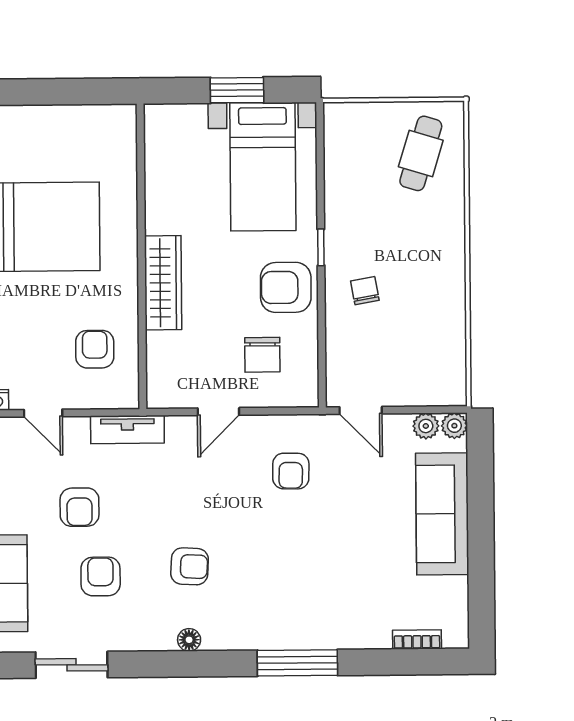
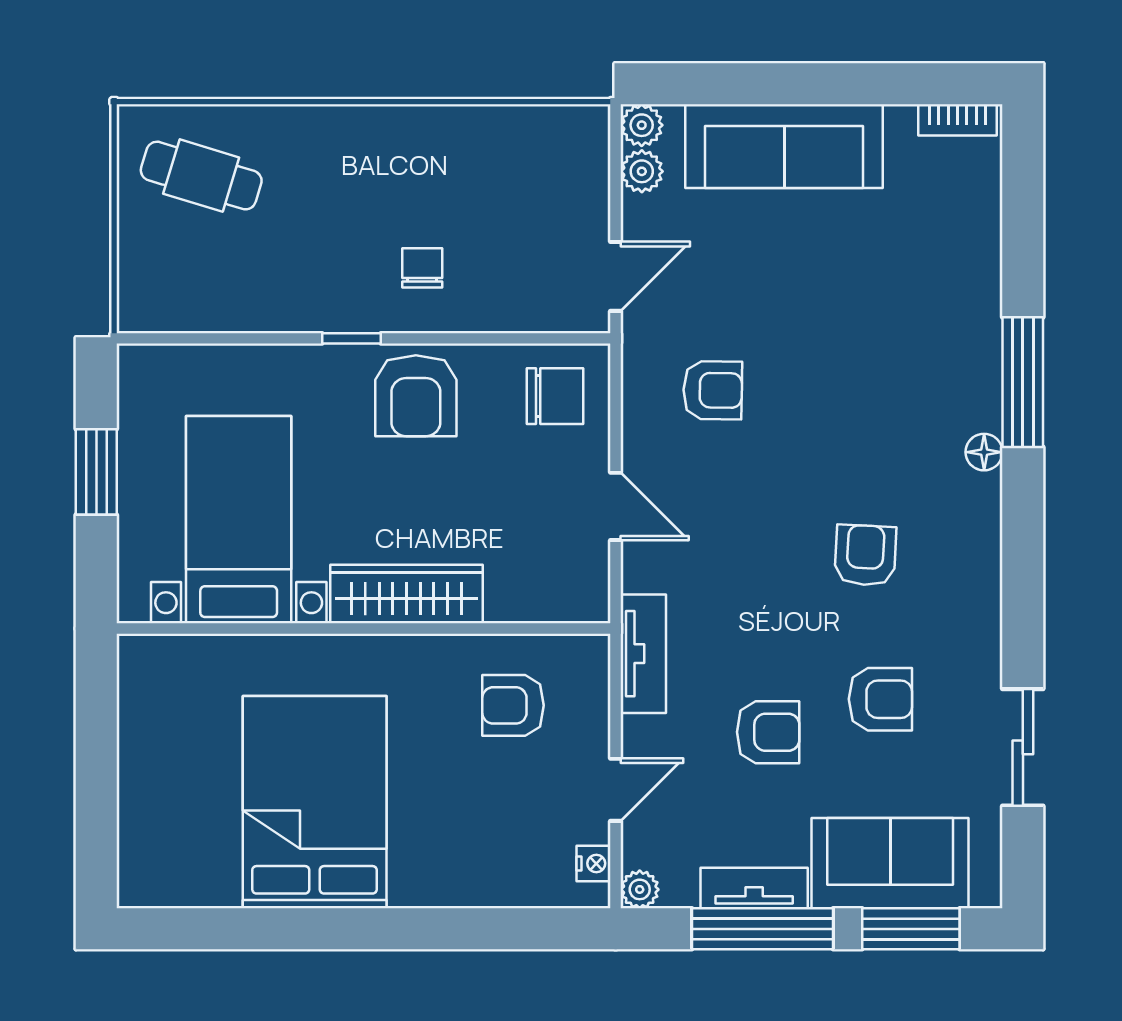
bed with nightstands: (263, 167) -> (239, 520), moved, turned -90
chair: (365, 291) -> (422, 268), turned 100
chair: (262, 355) -> (555, 396), moved
armchair: (101, 576) -> (880, 699), turned 180
floor lamp: (189, 640) -> (984, 452), moved
bookcase: (417, 640) -> (957, 120), moved, turned -90

